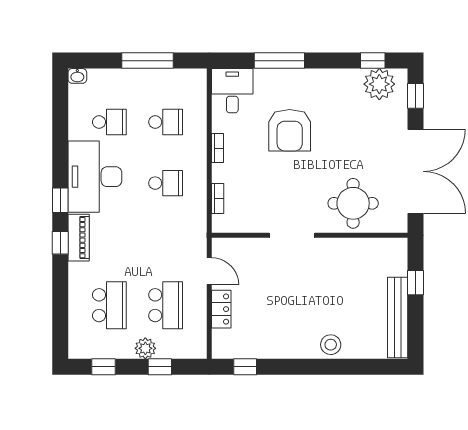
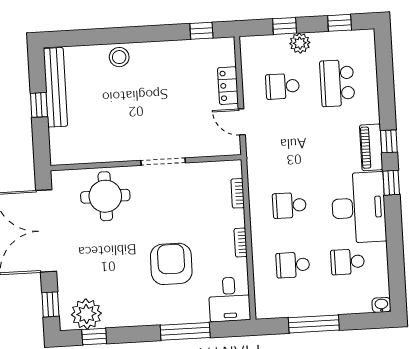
window: (416, 283) -> (39, 105), moved
school desk: (166, 305) -> (282, 86), width x0.54

